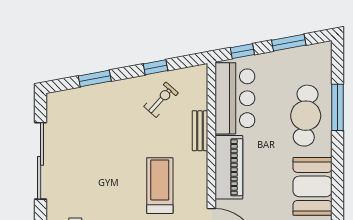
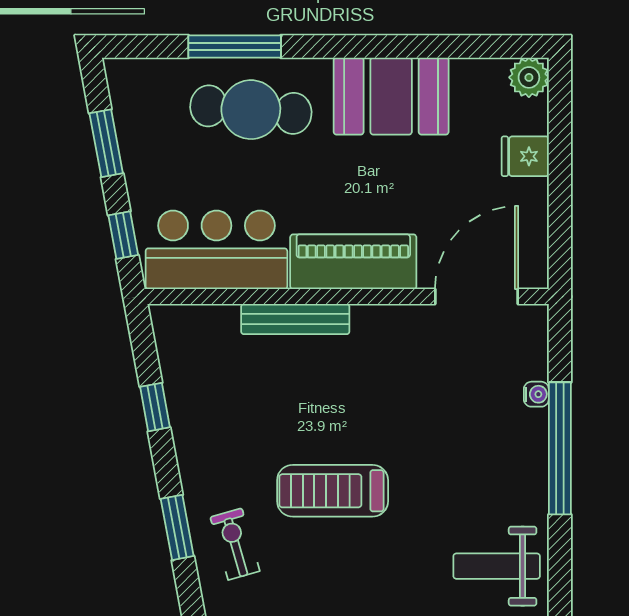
exercise bike: (161, 100) -> (235, 544), moved, turned 32
bench: (200, 131) -> (295, 319), width x1.36
treadmill: (160, 186) -> (333, 491), moved

